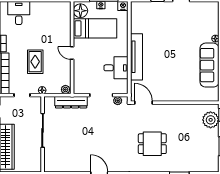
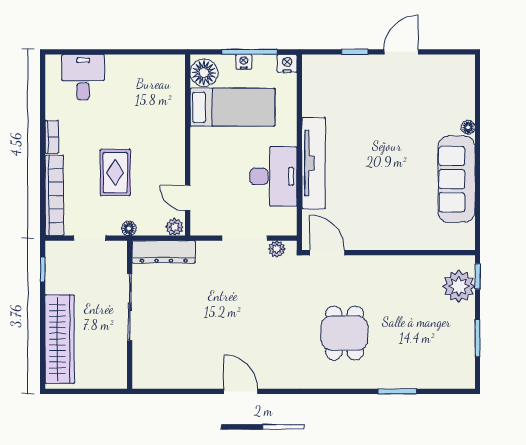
door: (72, 53) -> (188, 198), moved
desk: (116, 68) -> (273, 176), width x1.37
dresser: (71, 102) -> (164, 252), moved
dining table: (152, 144) -> (345, 333), turned 90

